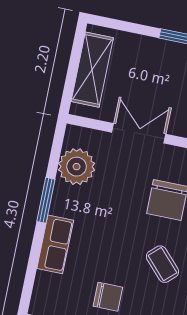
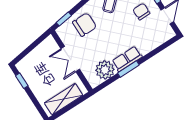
row of seats: (55, 244) -> (127, 59), moved

